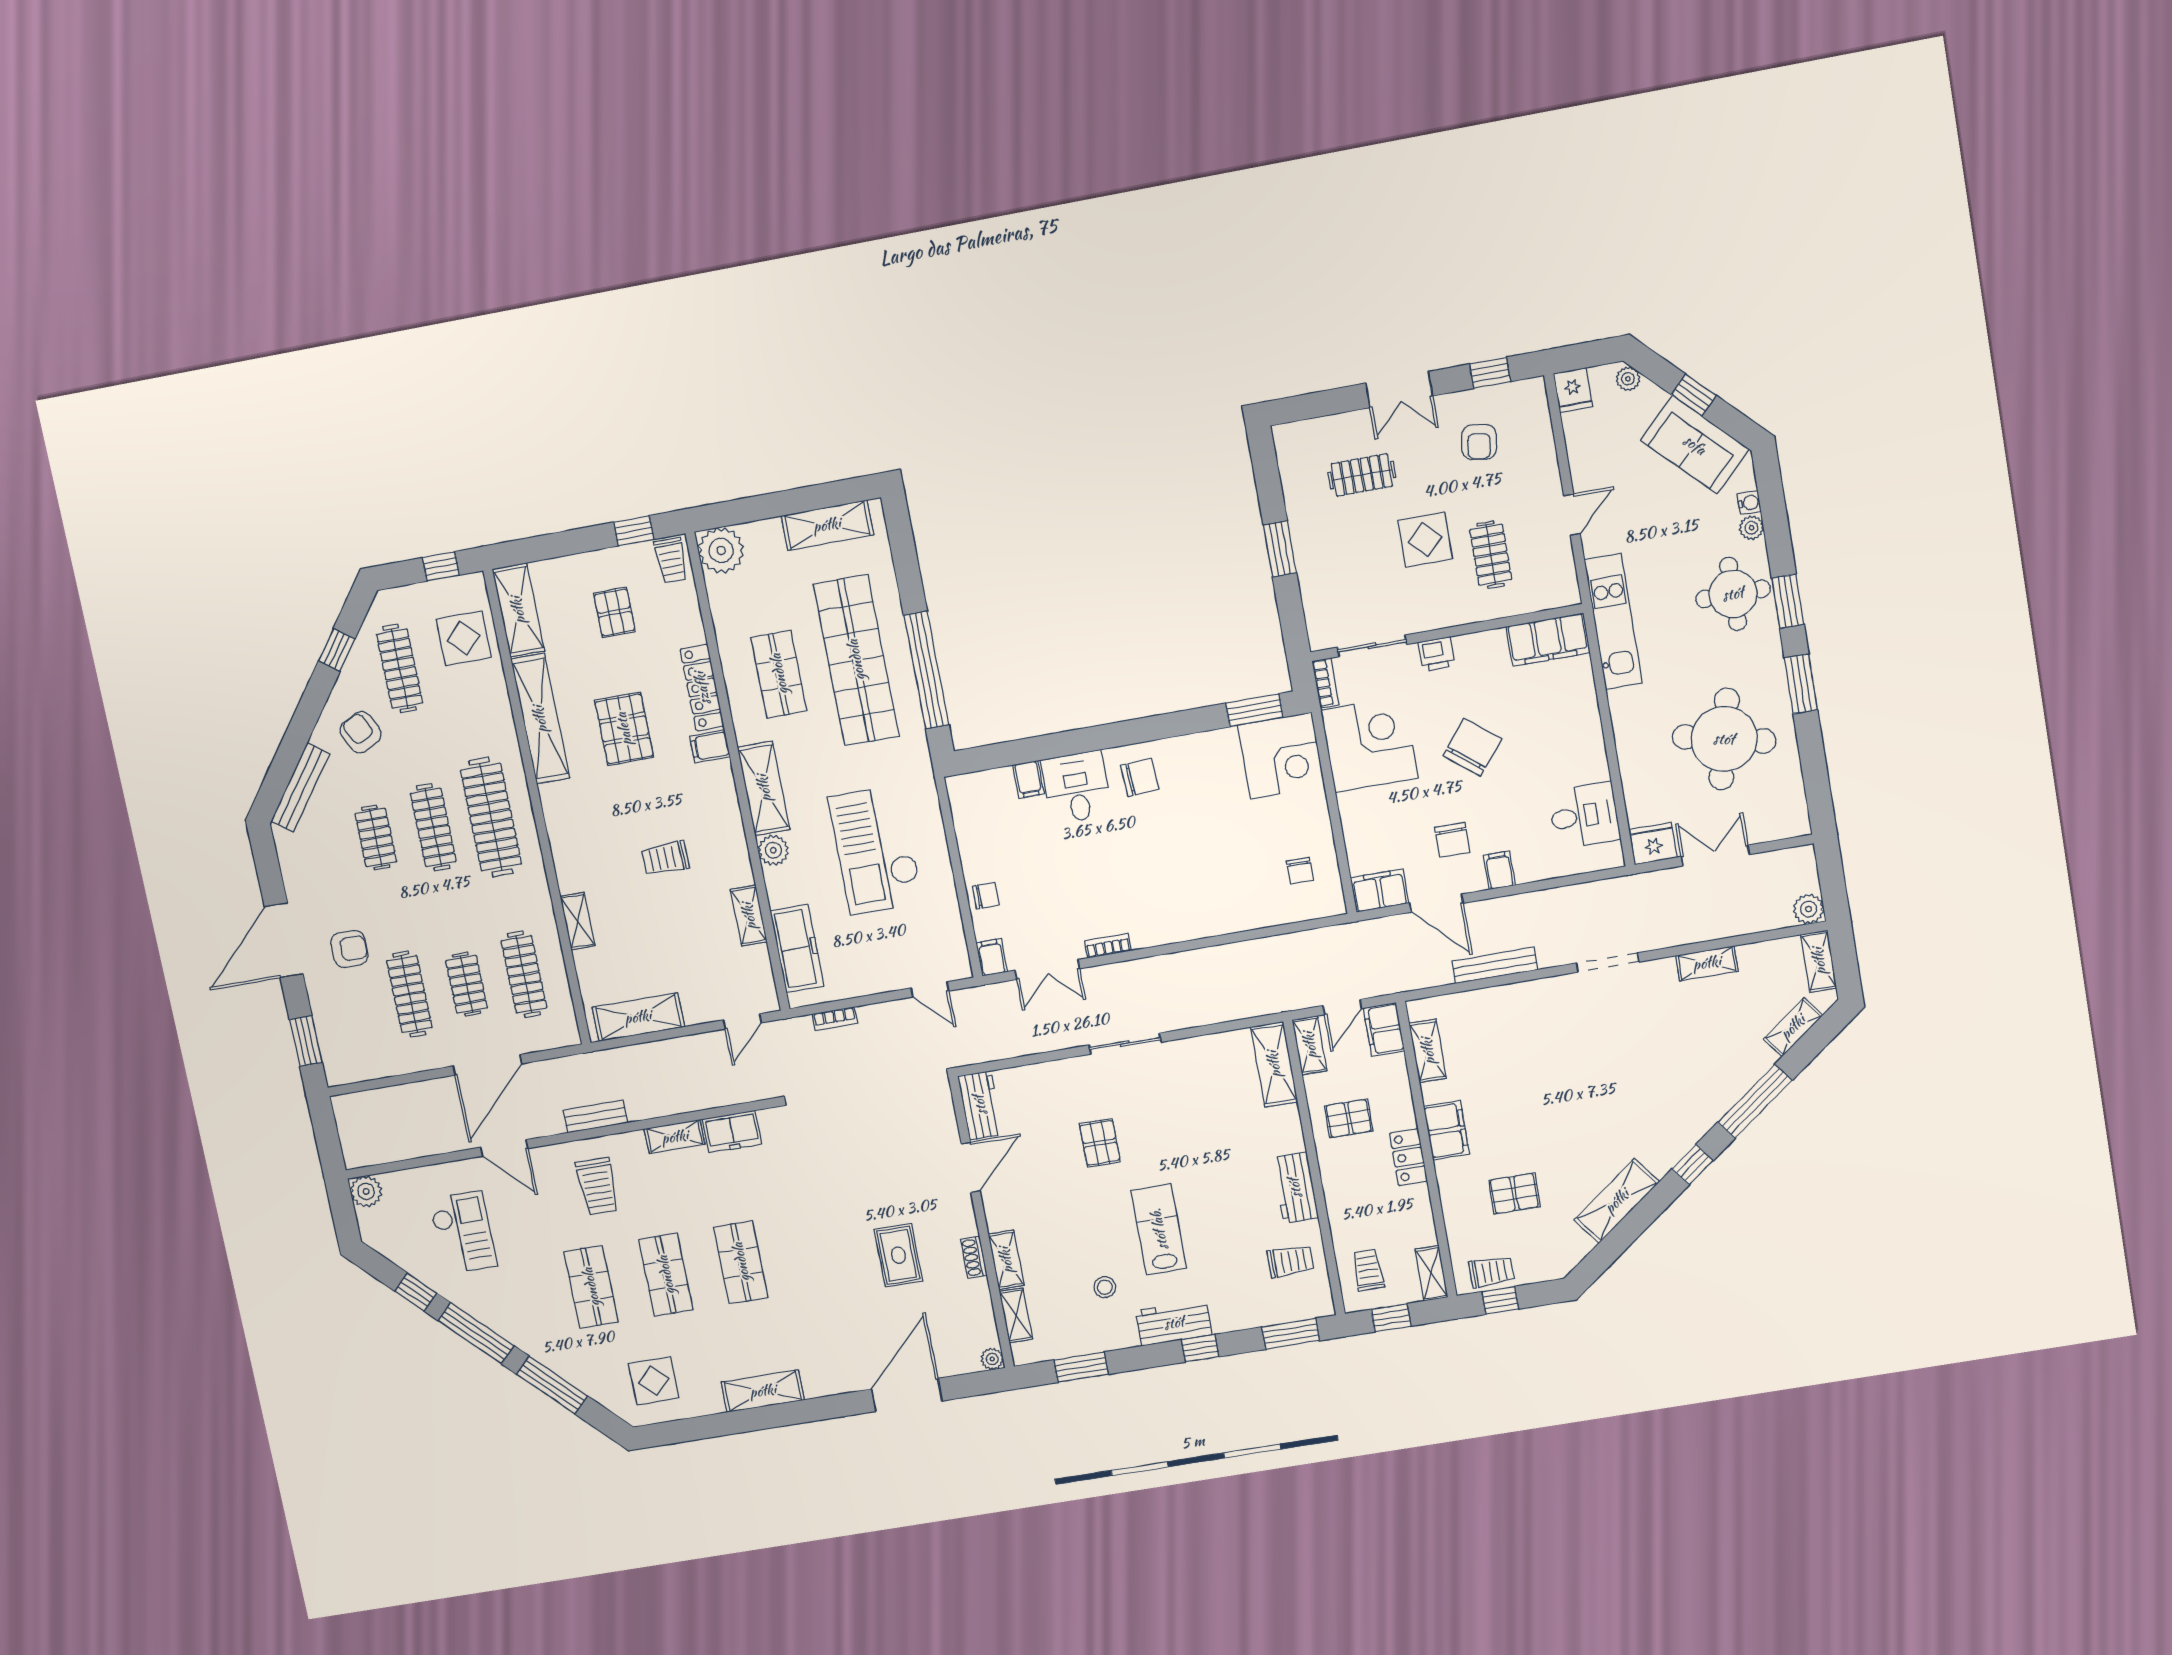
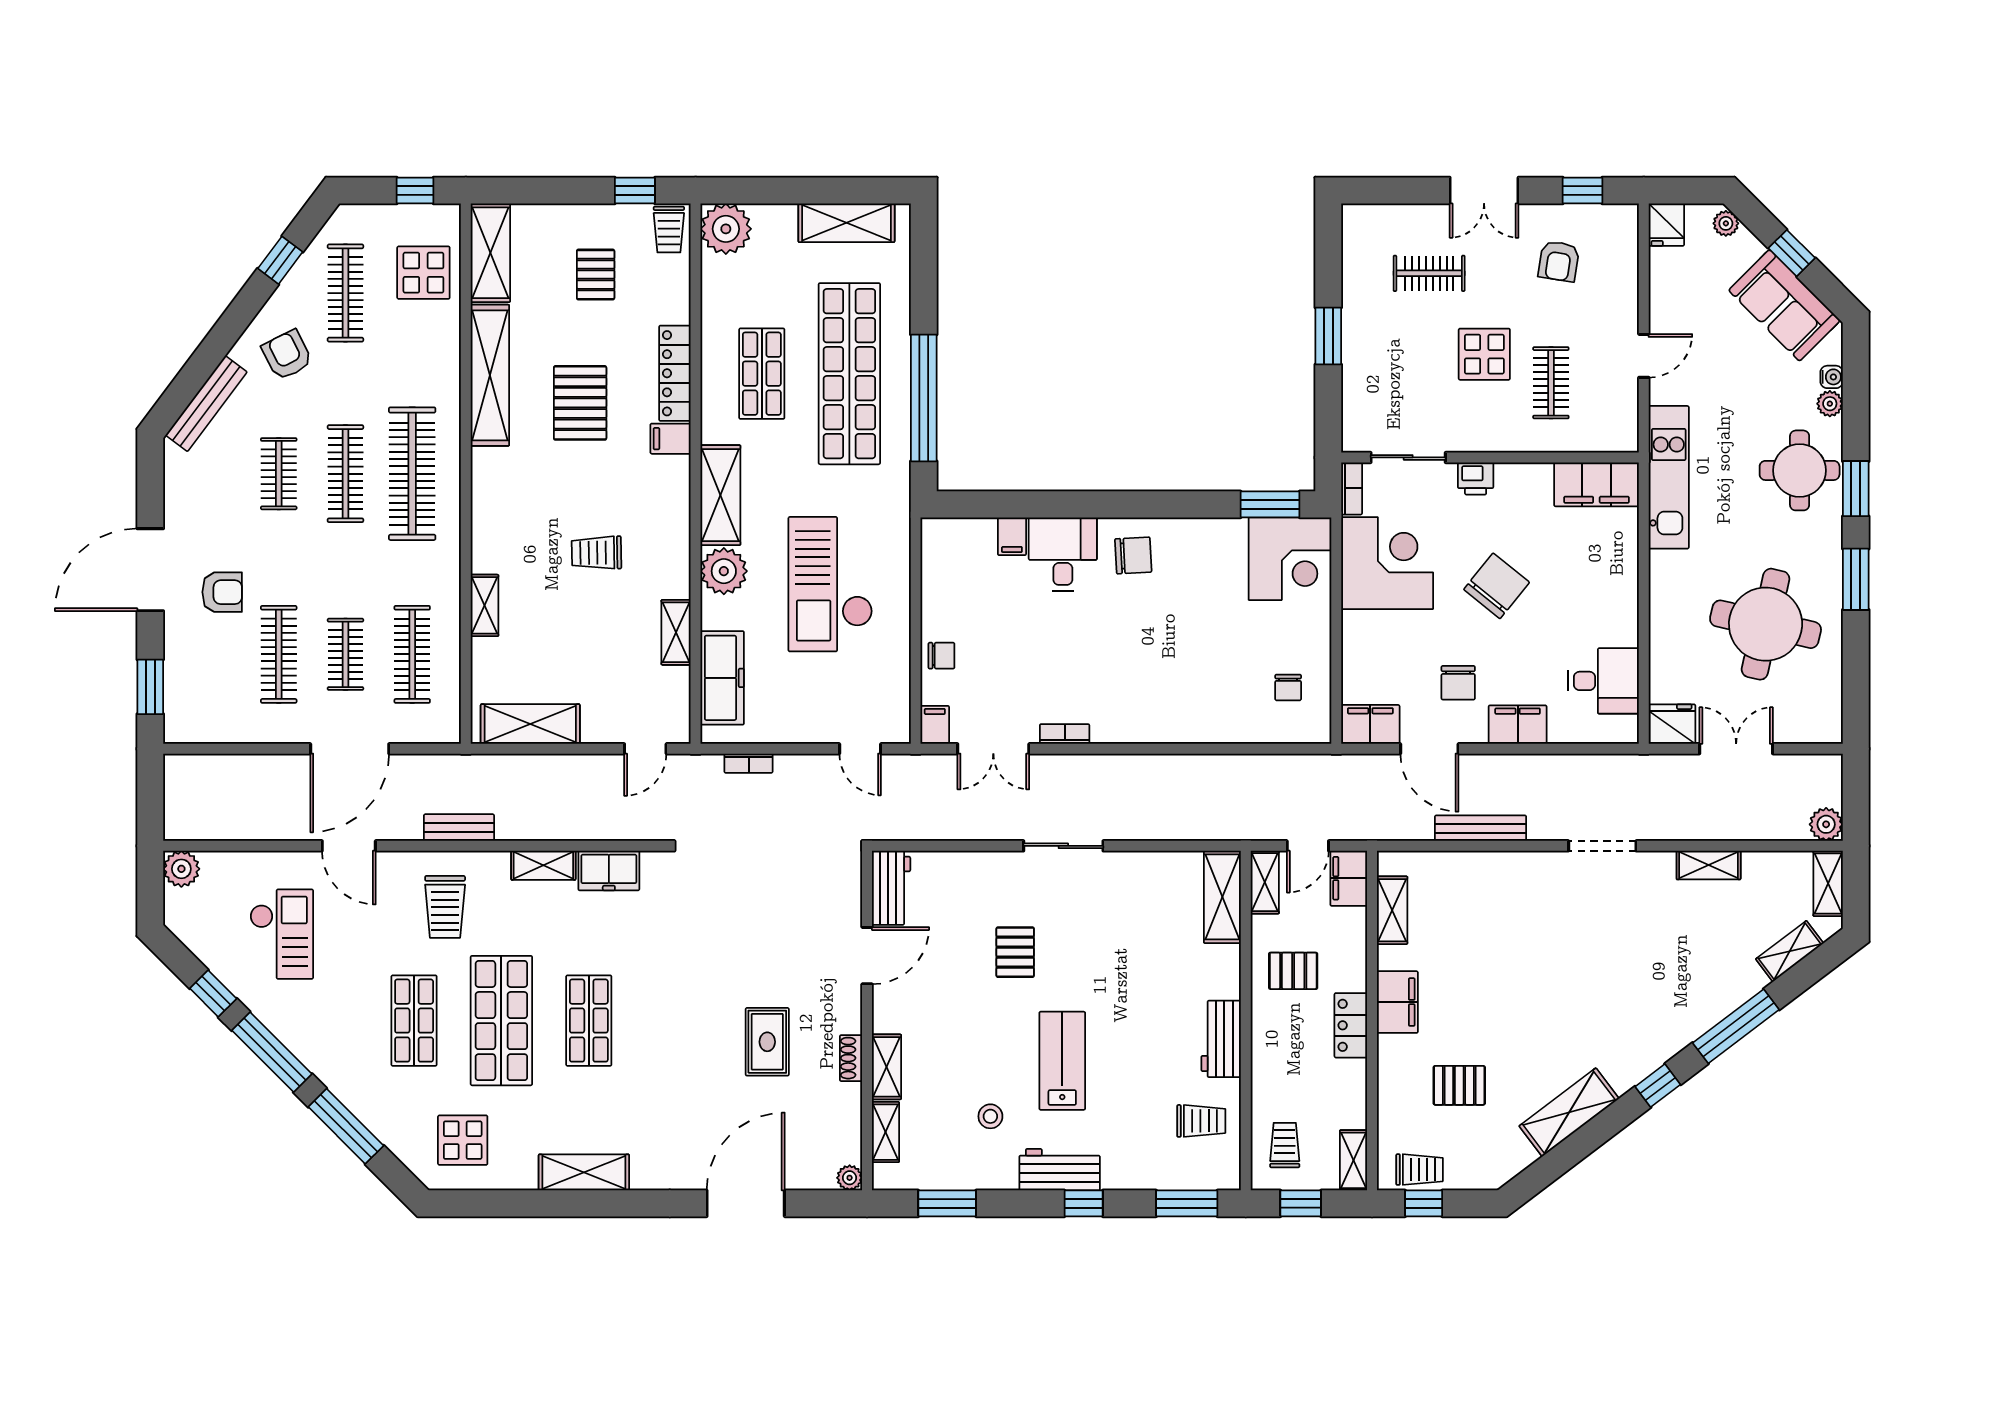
plant: (773, 850) -> (724, 571), width x1.36, depth x1.36
filing cabinet: (1499, 870) -> (1518, 725), width x2.00
shop shelf: (666, 1275) -> (501, 1021), width x1.43, depth x1.36

